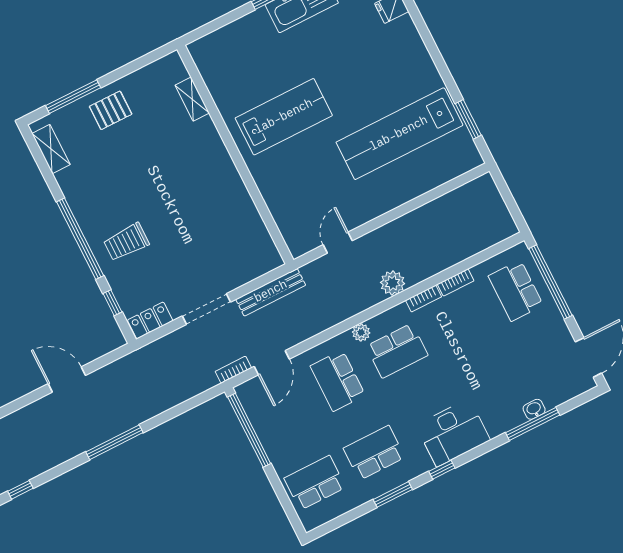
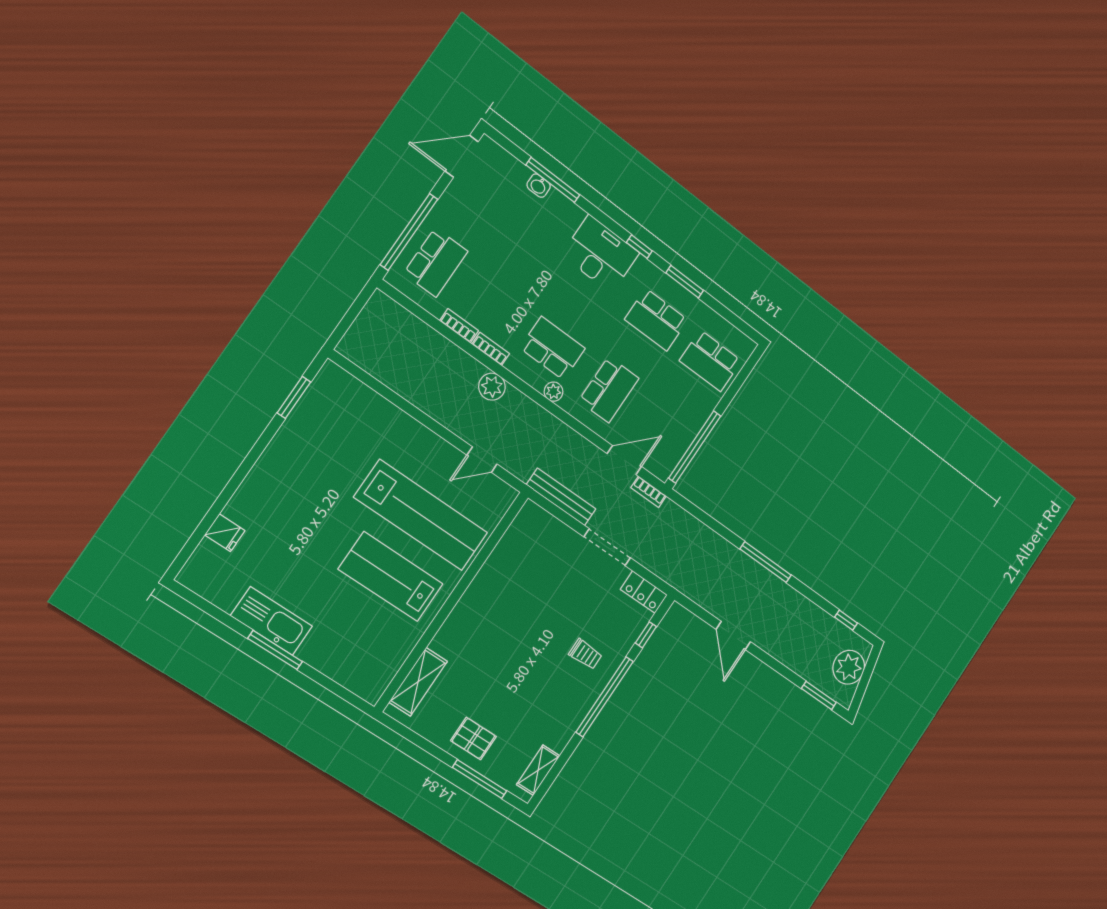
shelving: (192, 99) -> (418, 682), width x1.50, depth x1.33
lab bench: (399, 134) -> (421, 515), moved
trolley: (126, 242) -> (585, 654), width x0.73, depth x0.72

